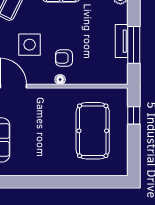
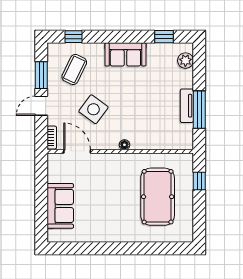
side table: (30, 45) -> (93, 109), turned 36
armchair: (64, 58) -> (128, 123), removed

